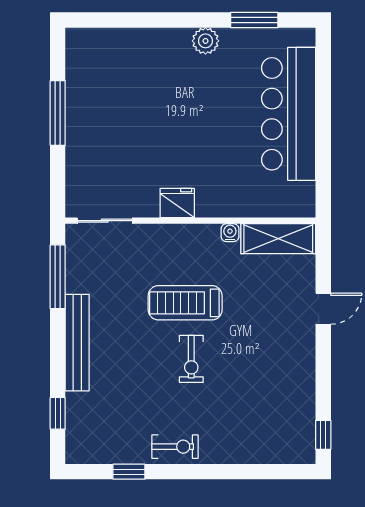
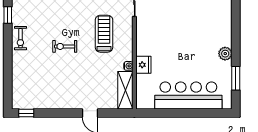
fridge: (177, 203) -> (143, 65), moved
treadmill: (185, 303) -> (104, 34), moved

